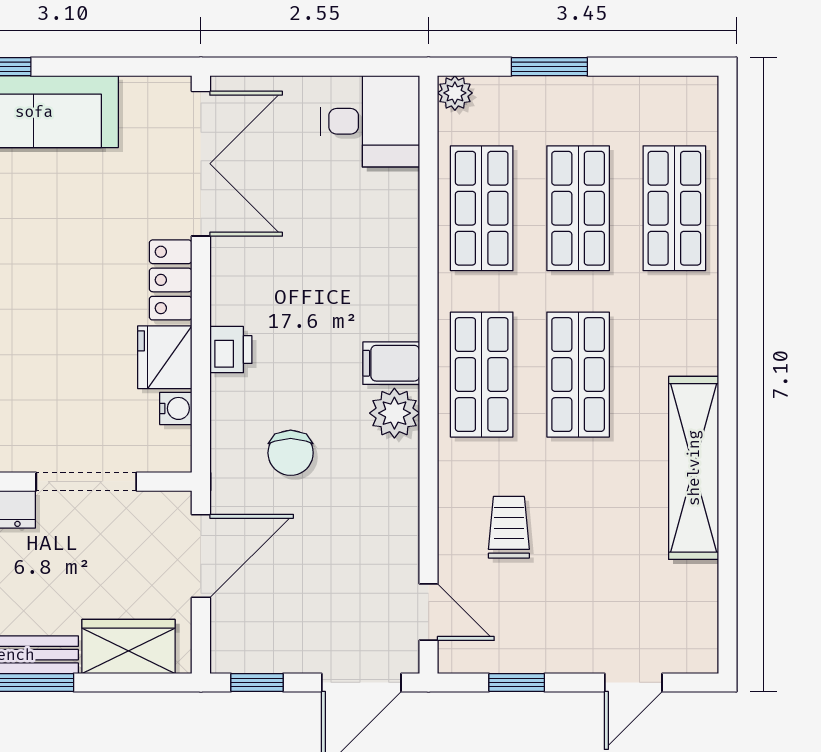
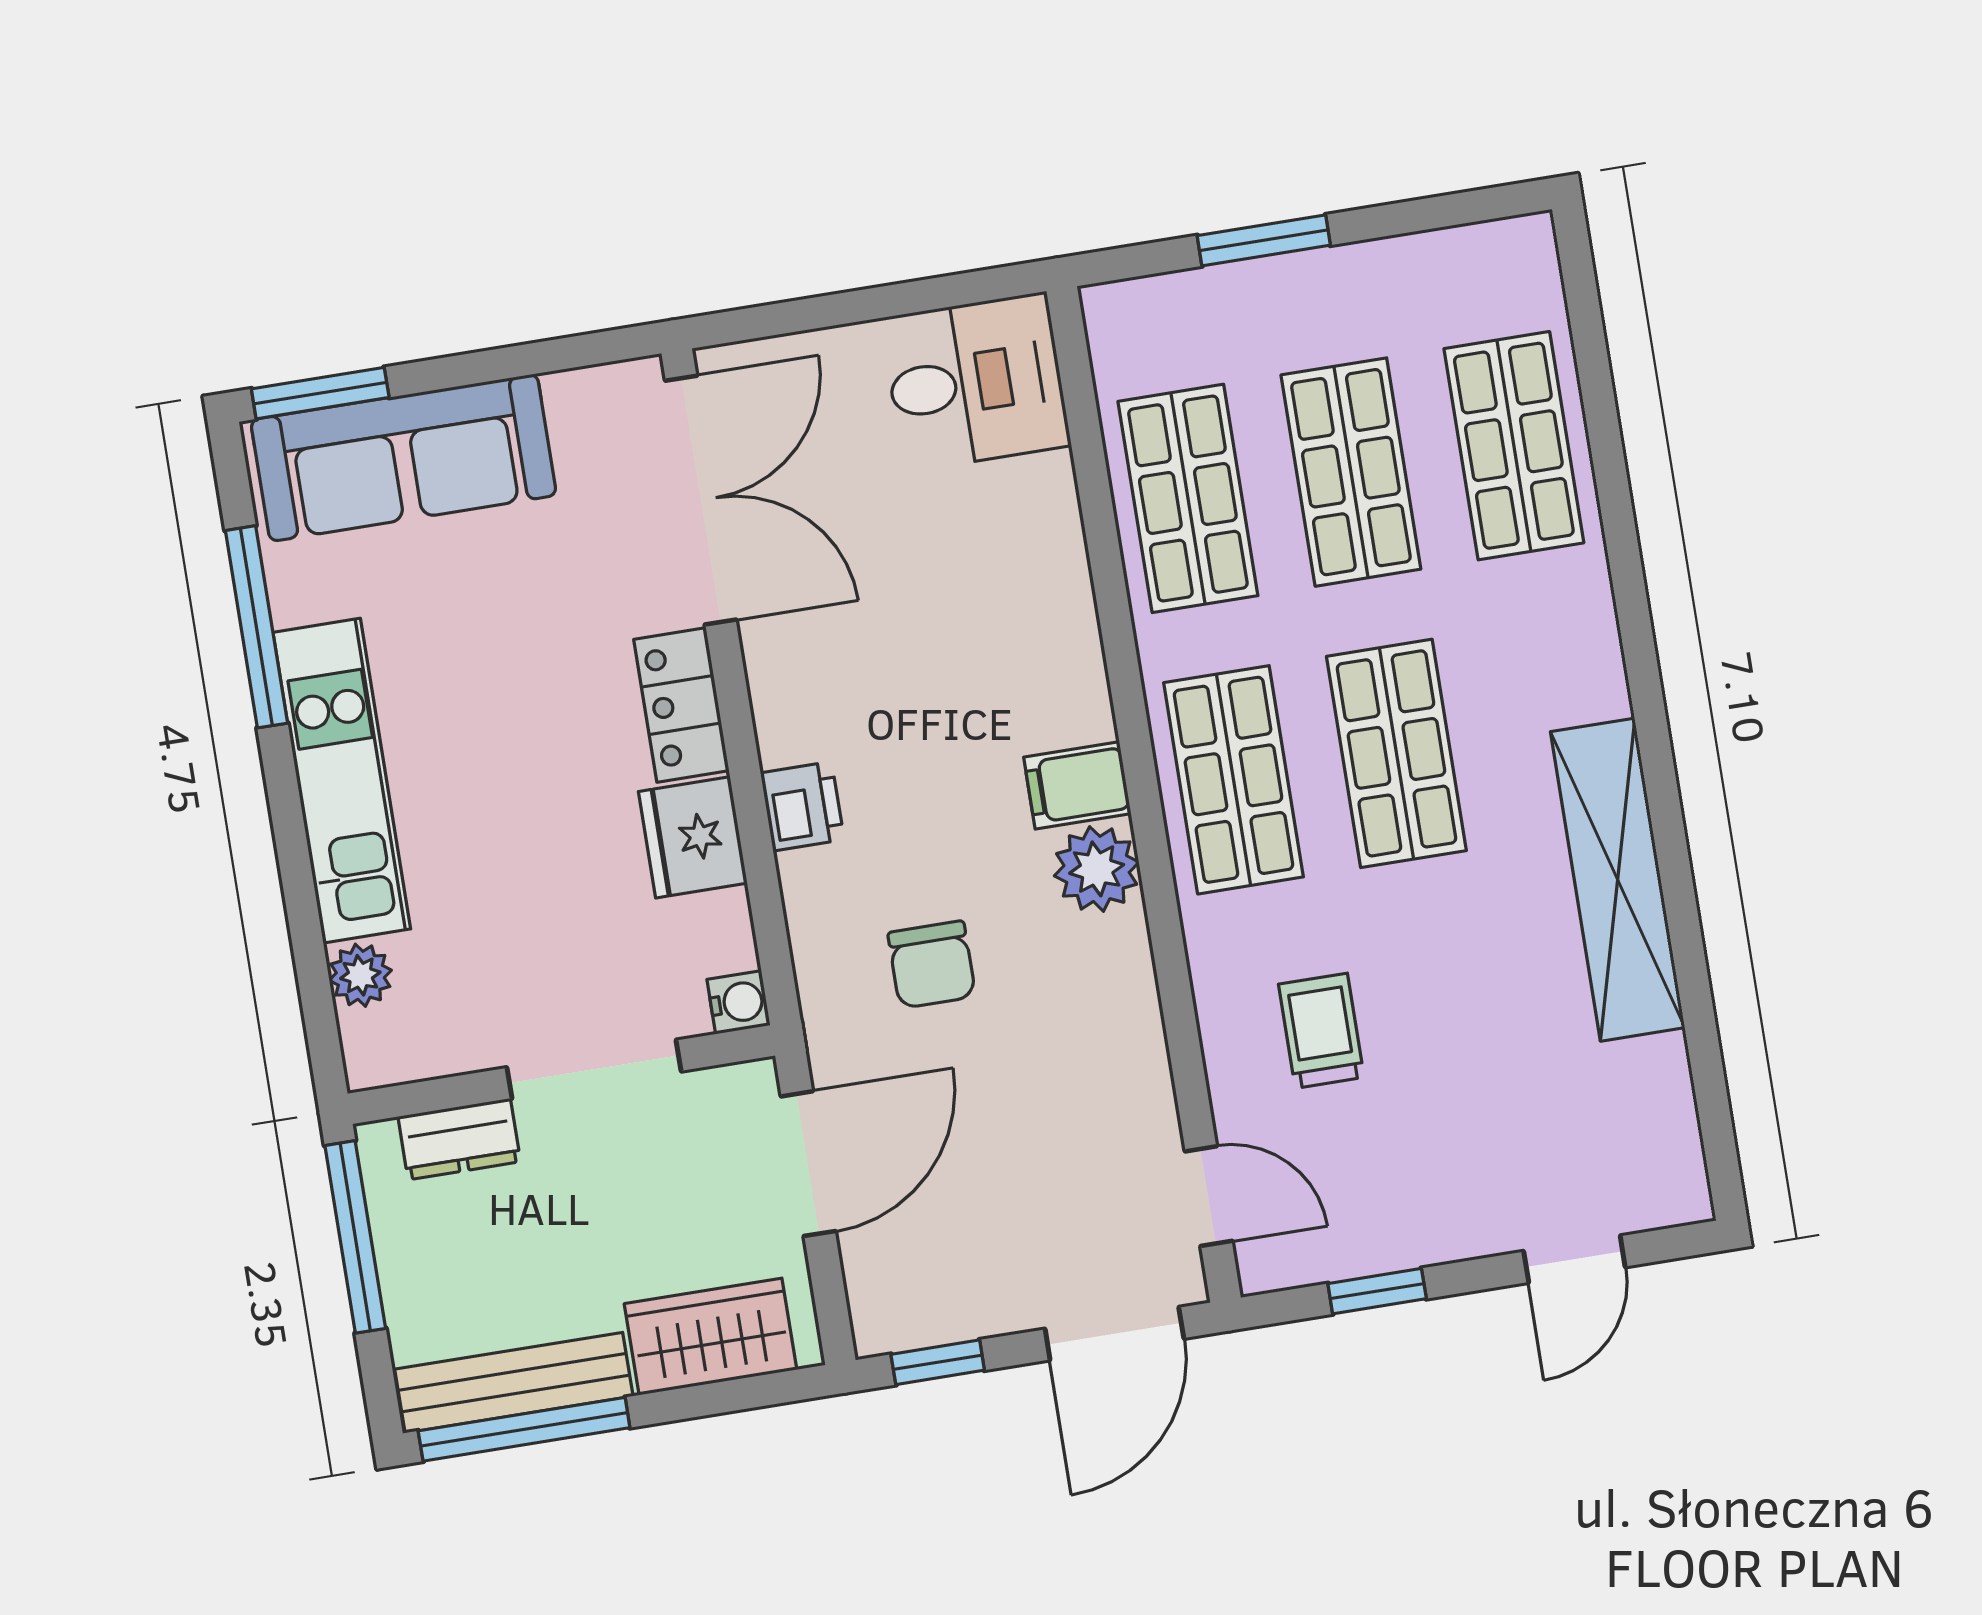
plant: (455, 93) -> (1111, 311), removed
water cooler: (176, 408) -> (739, 1002), moved

